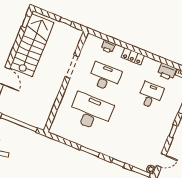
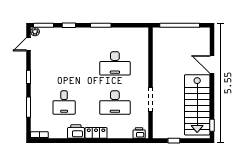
printer: (108, 46) -> (139, 133), moved
printer: (167, 72) -> (76, 132), moved
desk: (91, 112) -> (115, 63), width x0.73, depth x0.77

